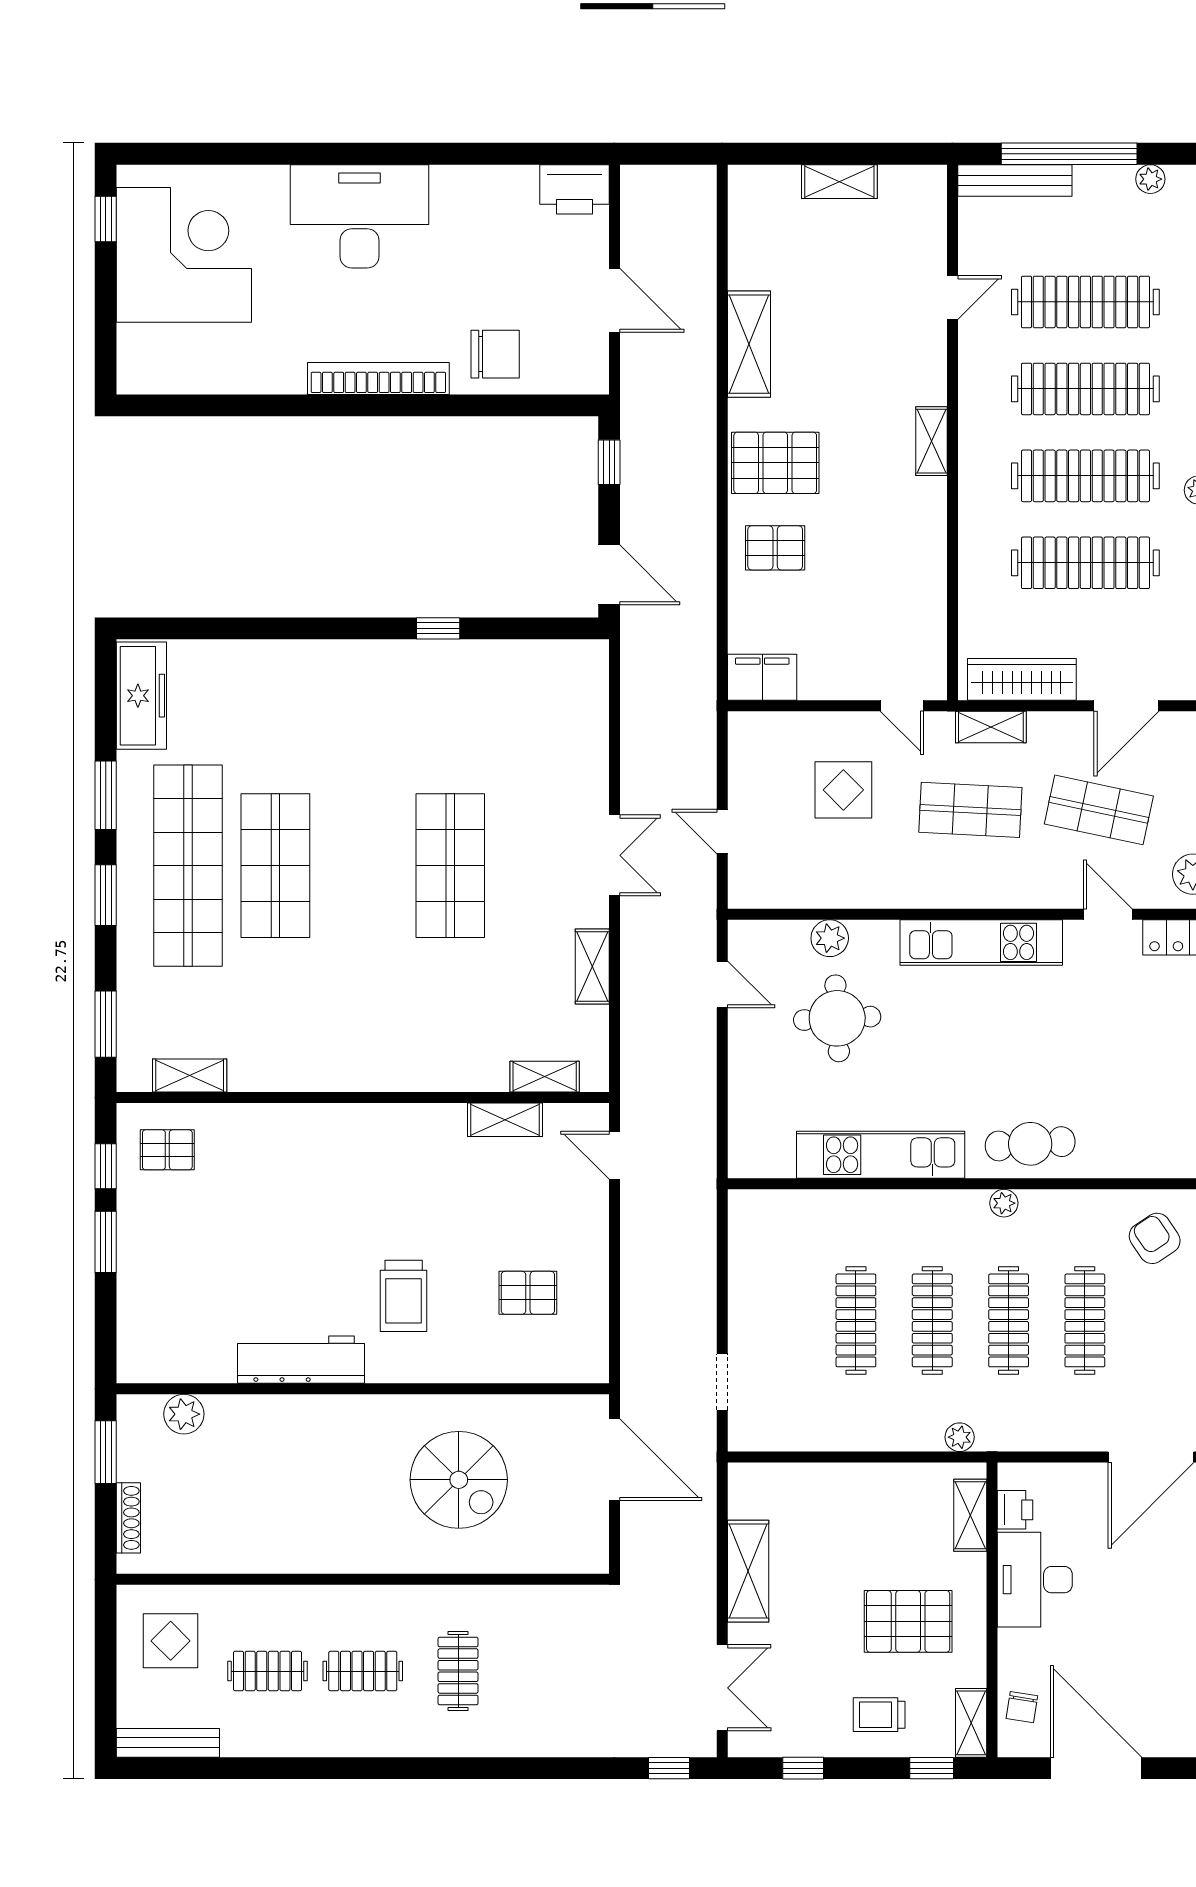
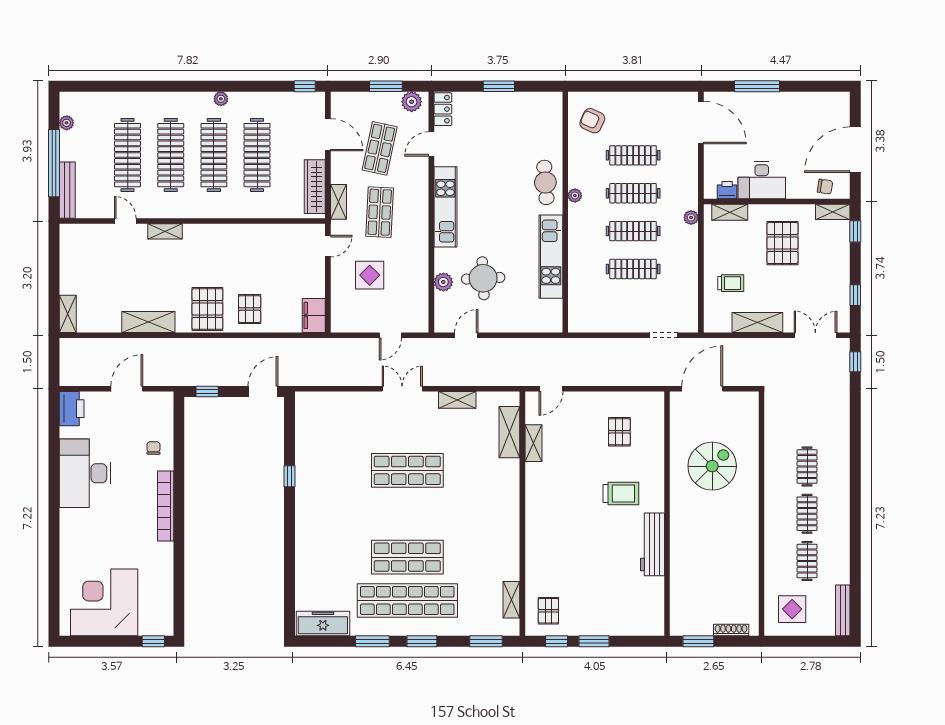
shelving: (839, 182) -> (68, 314), moved
desk: (359, 216) -> (85, 473), moved
window: (106, 219) -> (153, 641), moved
chair: (495, 354) -> (153, 448), width x0.54, depth x0.54
shelving: (931, 441) -> (165, 231), moved
shelving: (545, 1077) -> (509, 432), width x1.50, depth x1.33
armchair: (1155, 1238) -> (592, 121), turned 58
plant: (184, 1414) -> (680, 603), removed
clothes rail: (458, 1671) -> (807, 466), turned 90
trolley: (879, 1715) -> (731, 283), moved, turned -90

